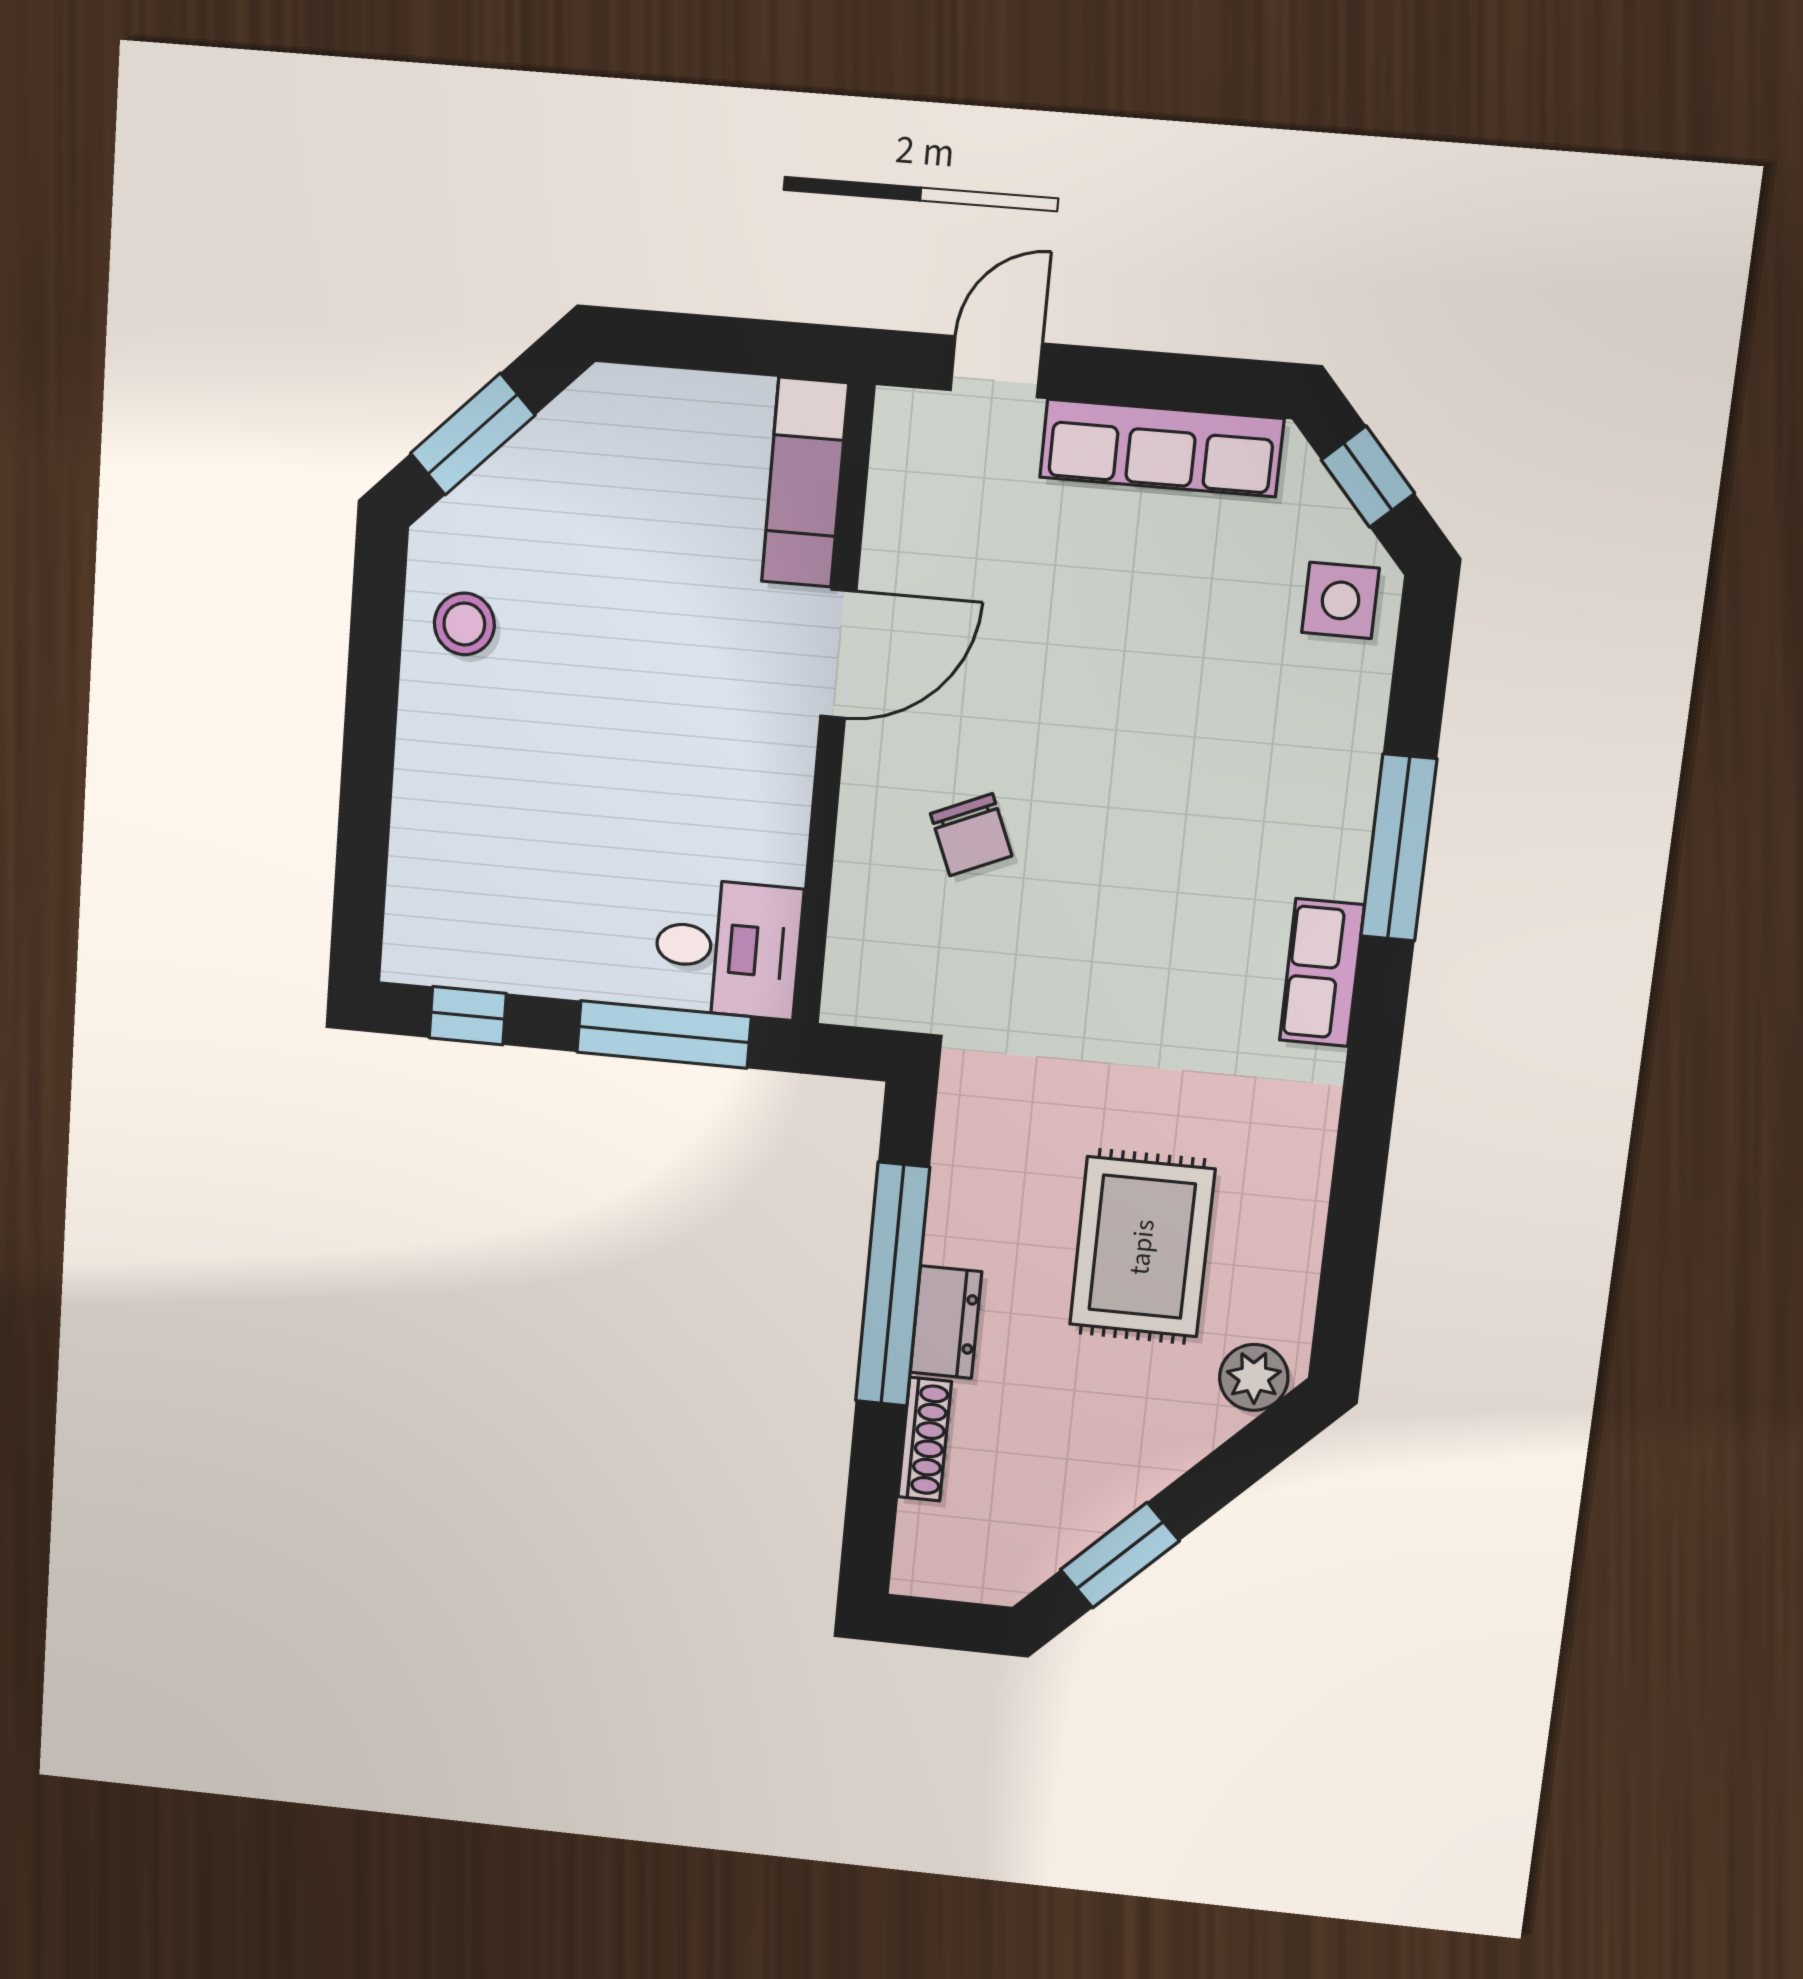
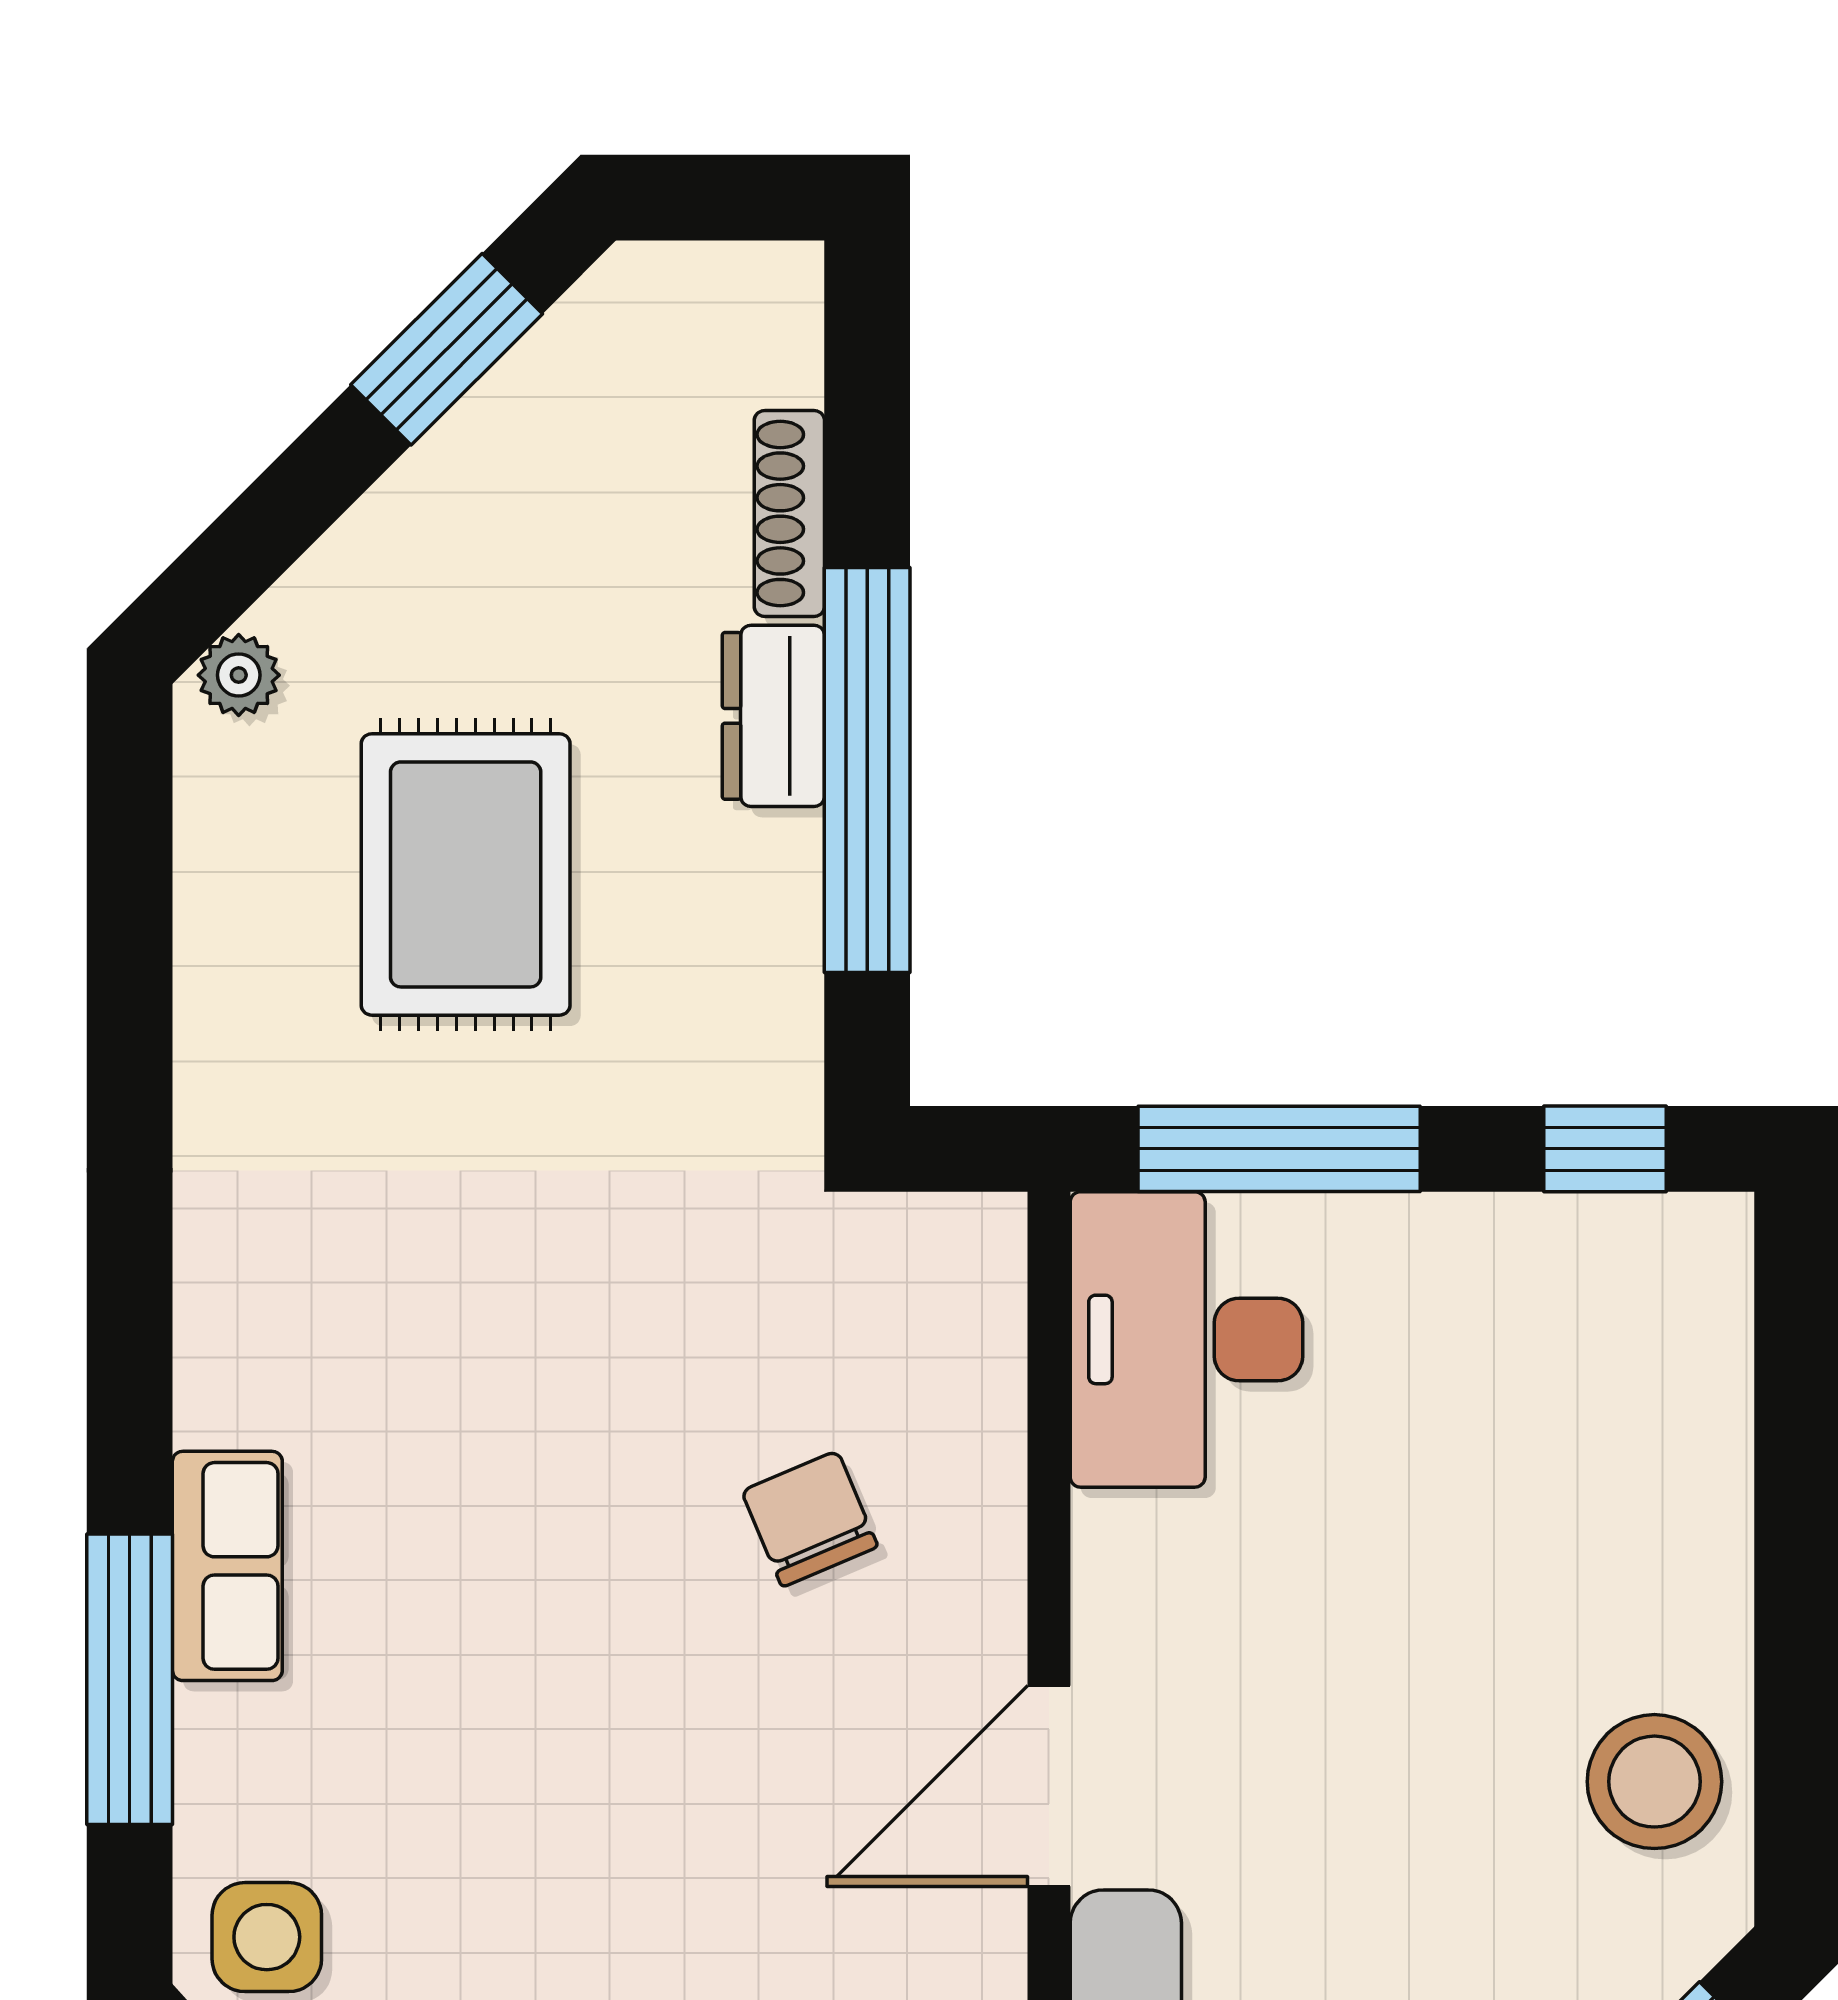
stool: (464, 624) -> (1654, 1782), width x1.38, depth x1.38
window: (1399, 848) -> (130, 1679), moved
desk: (728, 948) -> (1186, 1339), width x1.37
row of seats: (1322, 973) -> (227, 1566), moved
plant: (1254, 1377) -> (239, 675), width x0.73, depth x0.73

